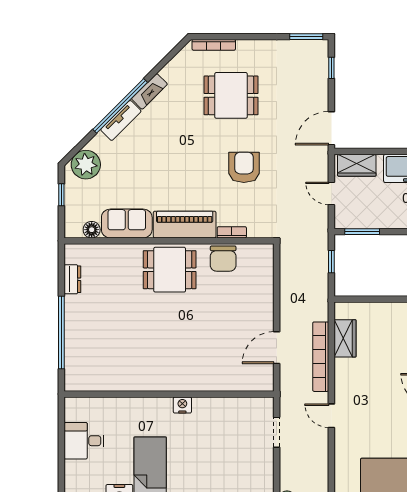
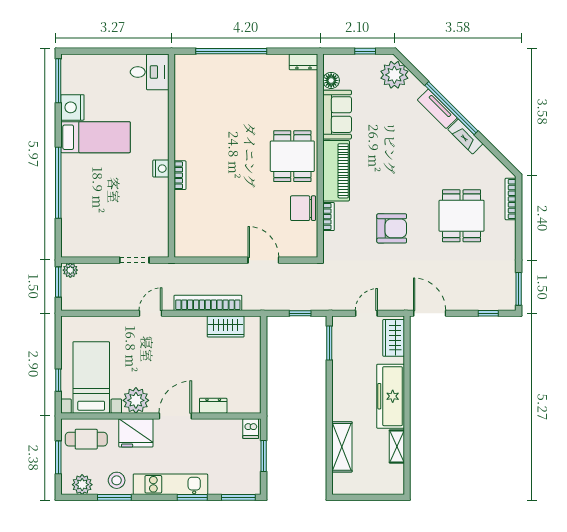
dresser: (72, 279) -> (303, 62), moved
door: (277, 348) -> (263, 260), moved
bookcase: (189, 385) -> (180, 175), added
desk: (84, 441) -> (150, 72), moved, turned 90

